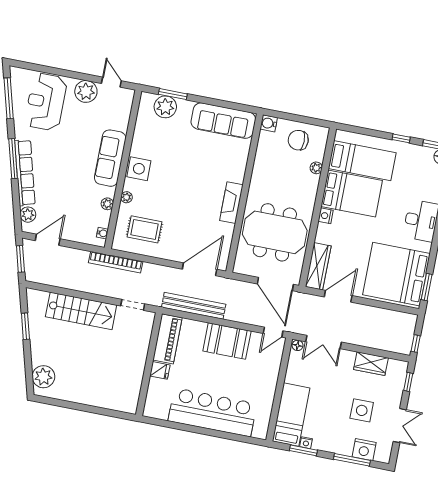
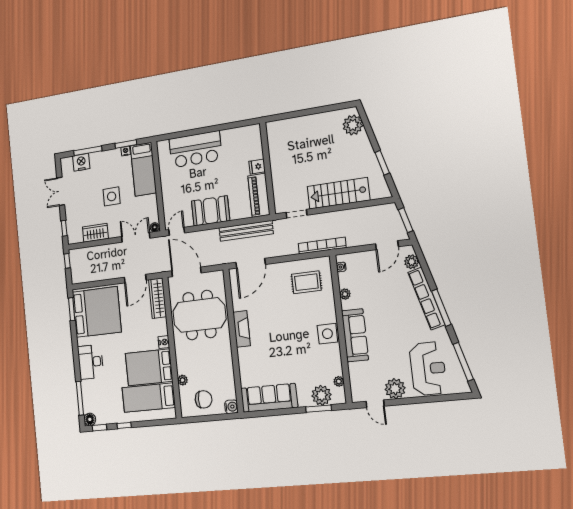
plant: (126, 197) -> (339, 381), moved
side table: (362, 410) -> (112, 196), moved
bar counter: (212, 412) -> (195, 149), width x0.73

